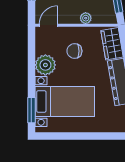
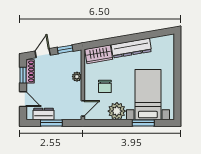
door: (49, 25) -> (83, 108), swing flipped
window: (31, 110) -> (143, 123), moved

